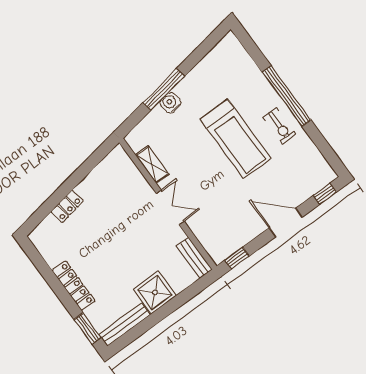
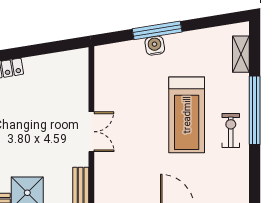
exercise bike: (279, 126) -> (231, 130), turned 180
shelving: (152, 164) -> (241, 54), moved

